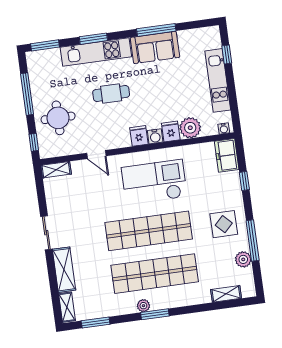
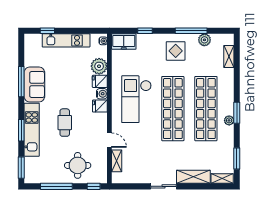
door: (96, 154) -> (109, 140), hinge flipped
shelving: (56, 170) -> (117, 161), moved

